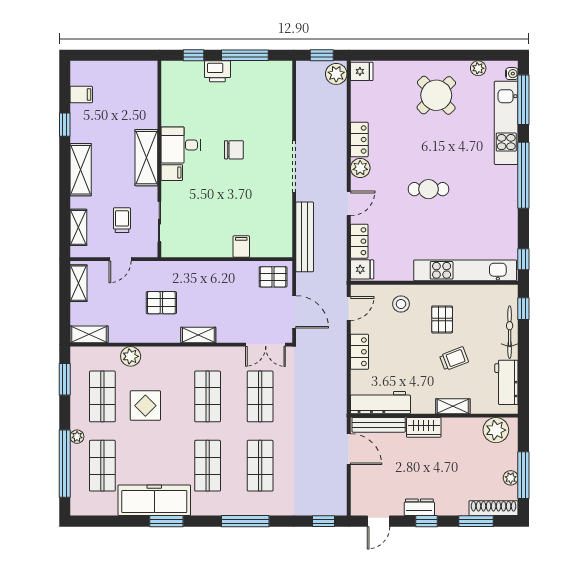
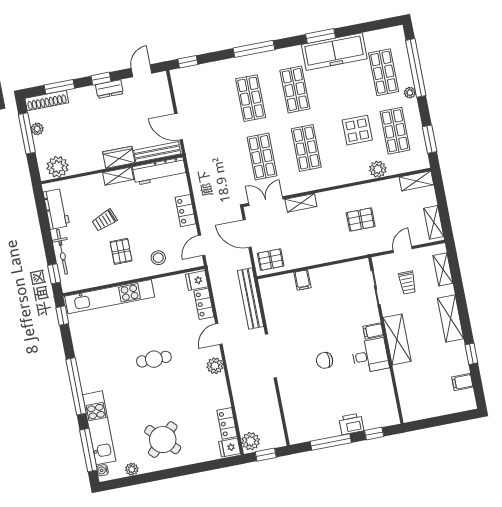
locker: (359, 140) -> (227, 423), moved
shelving: (198, 335) -> (301, 203), moved
shelving: (453, 406) -> (118, 176), moved

